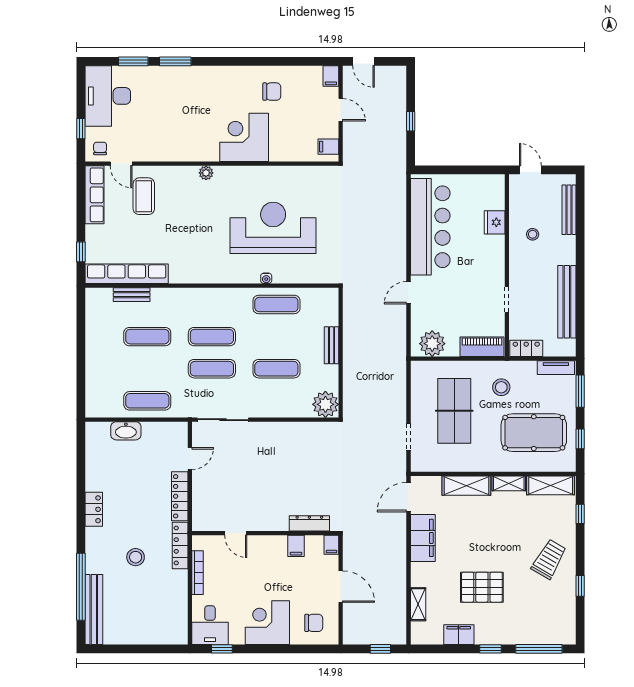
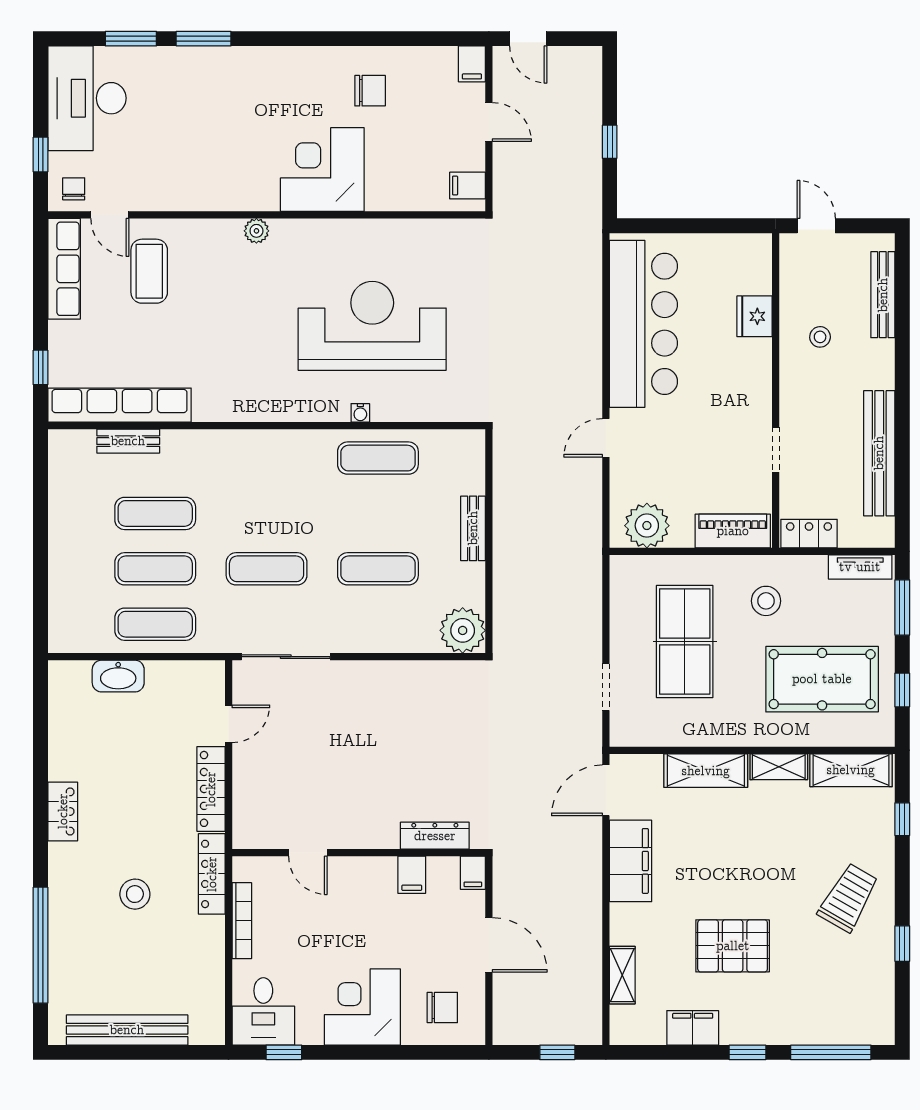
exercise mat: (212, 337) -> (155, 569), moved
bench: (94, 610) -> (127, 1030), moved, turned 90

